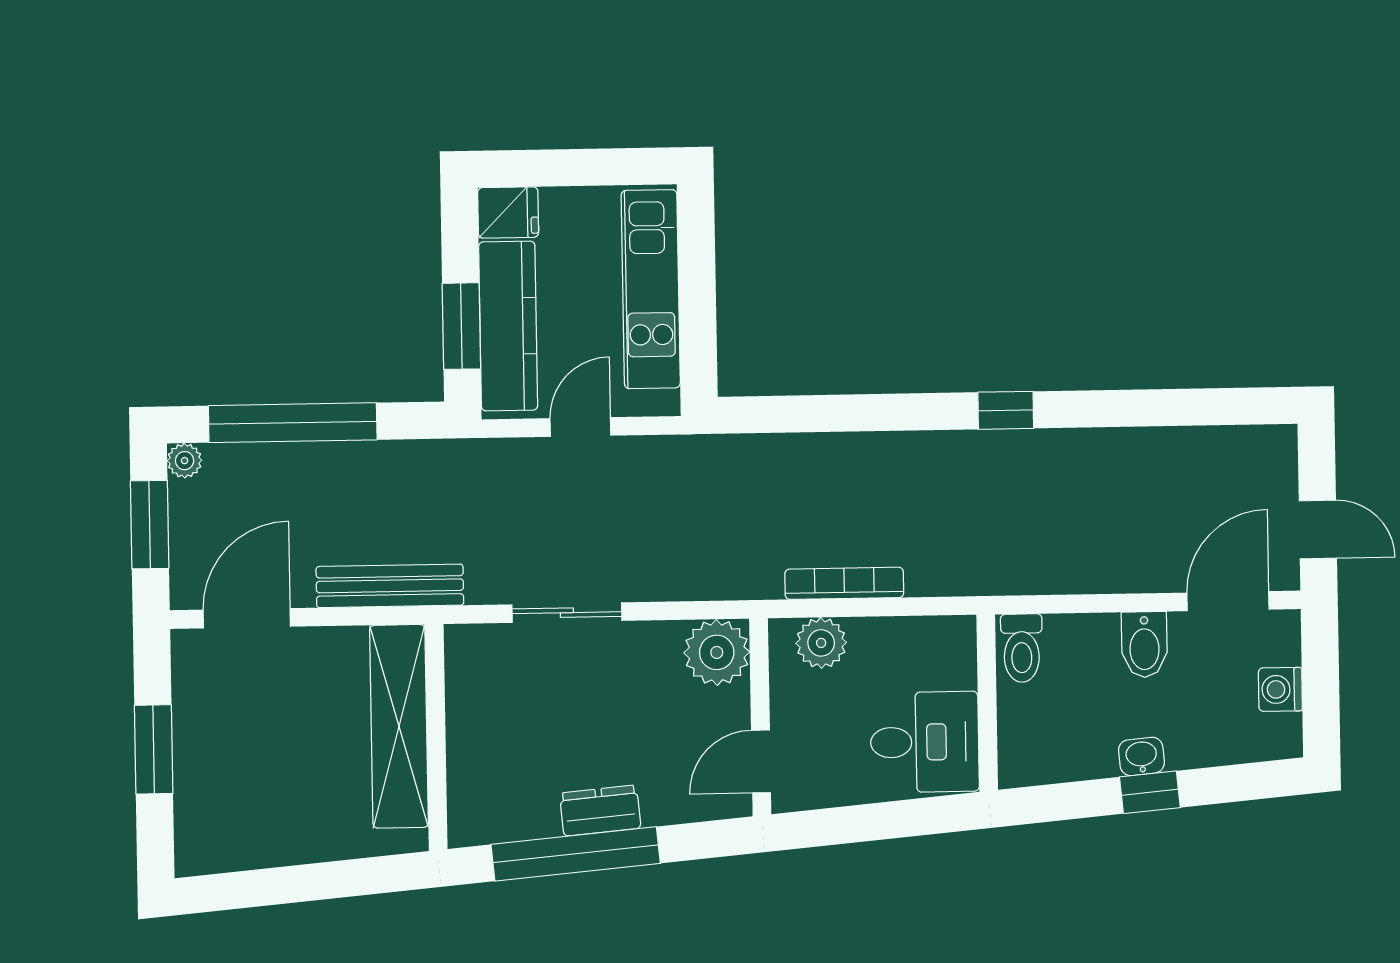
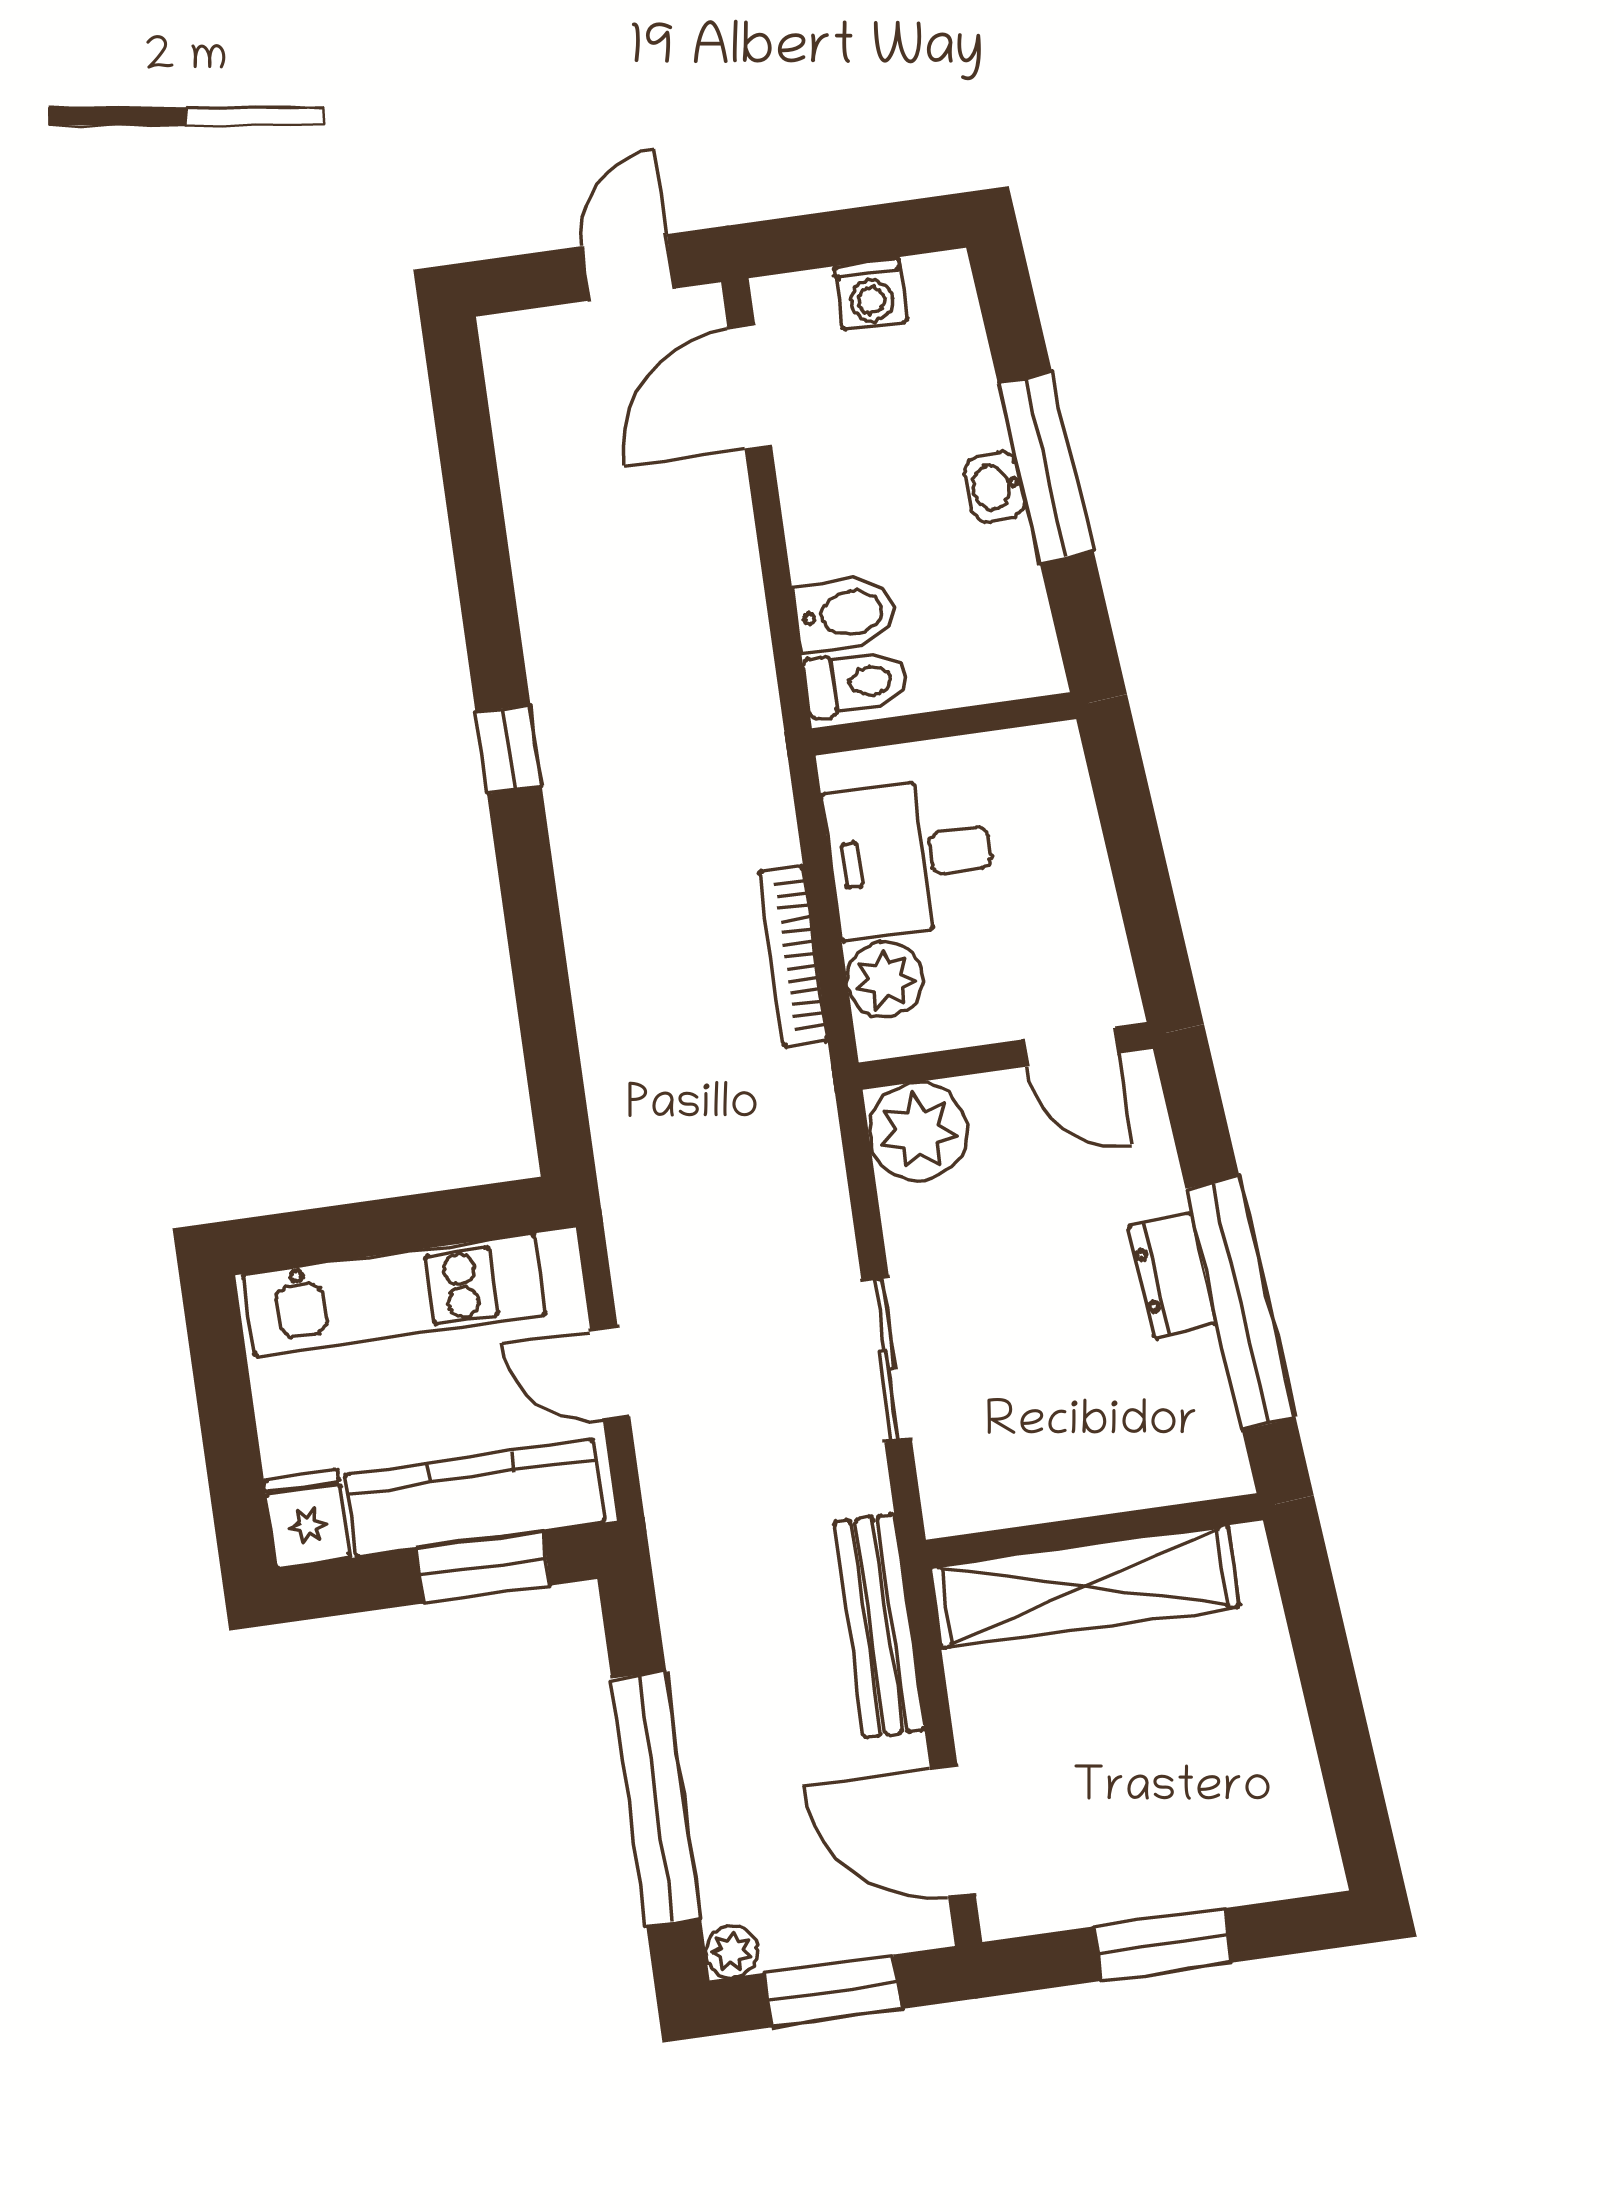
door: (1228, 601) -> (750, 387), hinge flipped
bidet: (1144, 645) -> (845, 614), moved
desk: (925, 742) -> (911, 857), moved, turned -90
window: (1150, 792) -> (1046, 468), width x2.17

